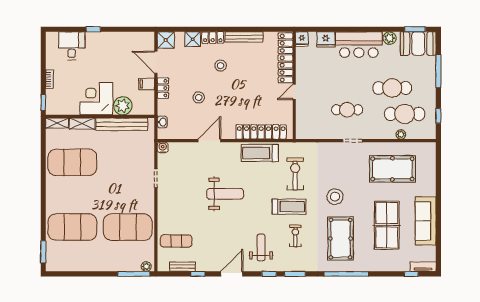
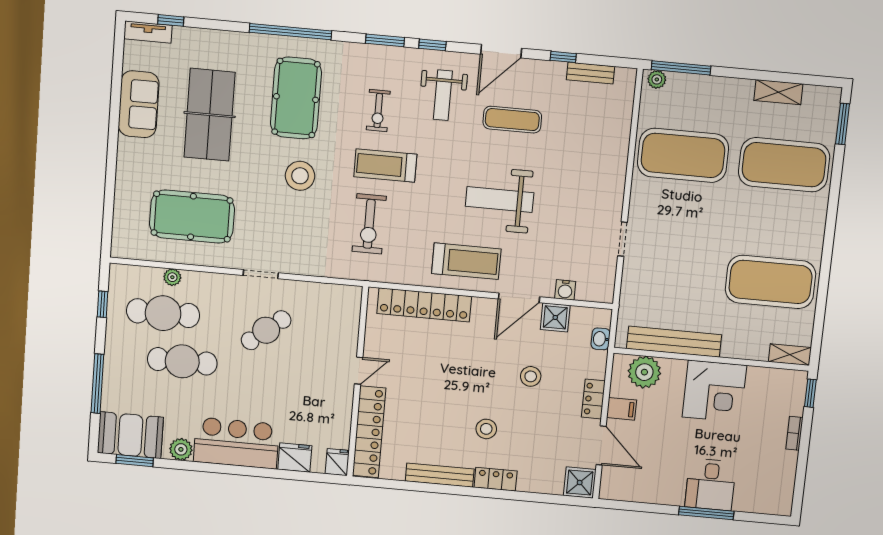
window: (93, 29) -> (706, 513), width x2.17
shower: (193, 39) -> (555, 317), moved
desk: (72, 46) -> (710, 484), moved
plant: (123, 106) -> (644, 372), moved
cafe table: (347, 110) -> (266, 330), turned -39
shelving: (82, 124) -> (778, 92), moved
water cooler: (163, 147) -> (565, 290), moved
treadmill: (260, 153) -> (466, 261), moved
sofa: (426, 221) -> (139, 104), width x0.73
exercise mat: (176, 241) -> (512, 120), moved

